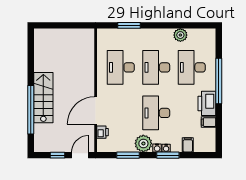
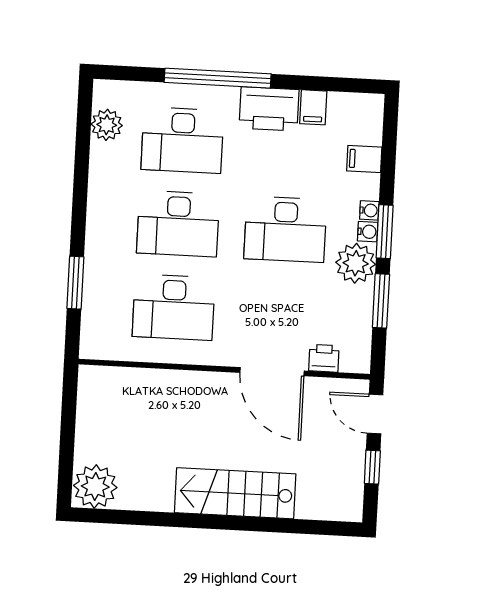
plant: (180, 35) -> (107, 125), moved
plant: (43, 38) -> (95, 487), added
window: (31, 110) -> (262, 524), removed
window: (168, 155) -> (385, 232), moved

